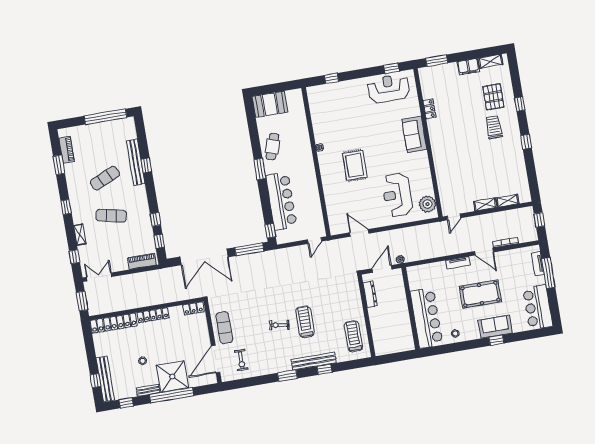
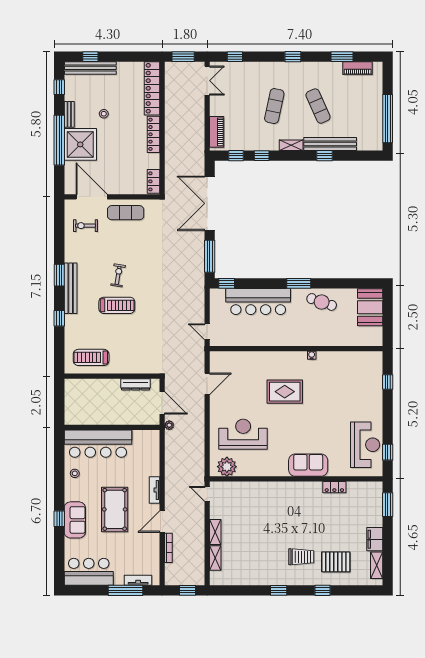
shelving: (80, 235) -> (291, 145), moved
treadmill: (353, 336) -> (91, 357), turned 180
bench: (314, 361) -> (71, 288), moved

